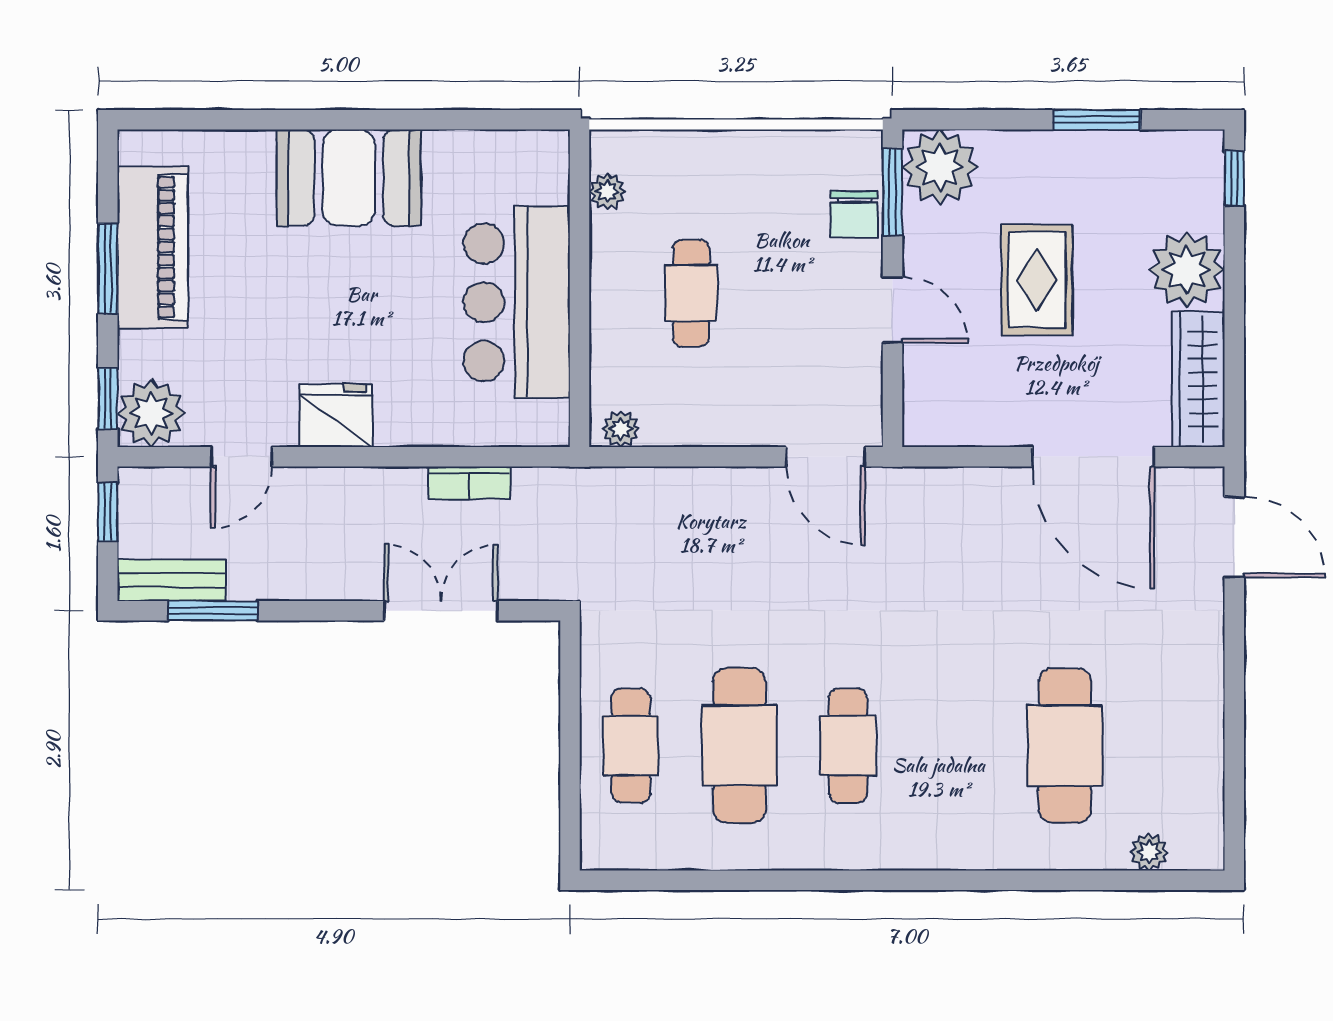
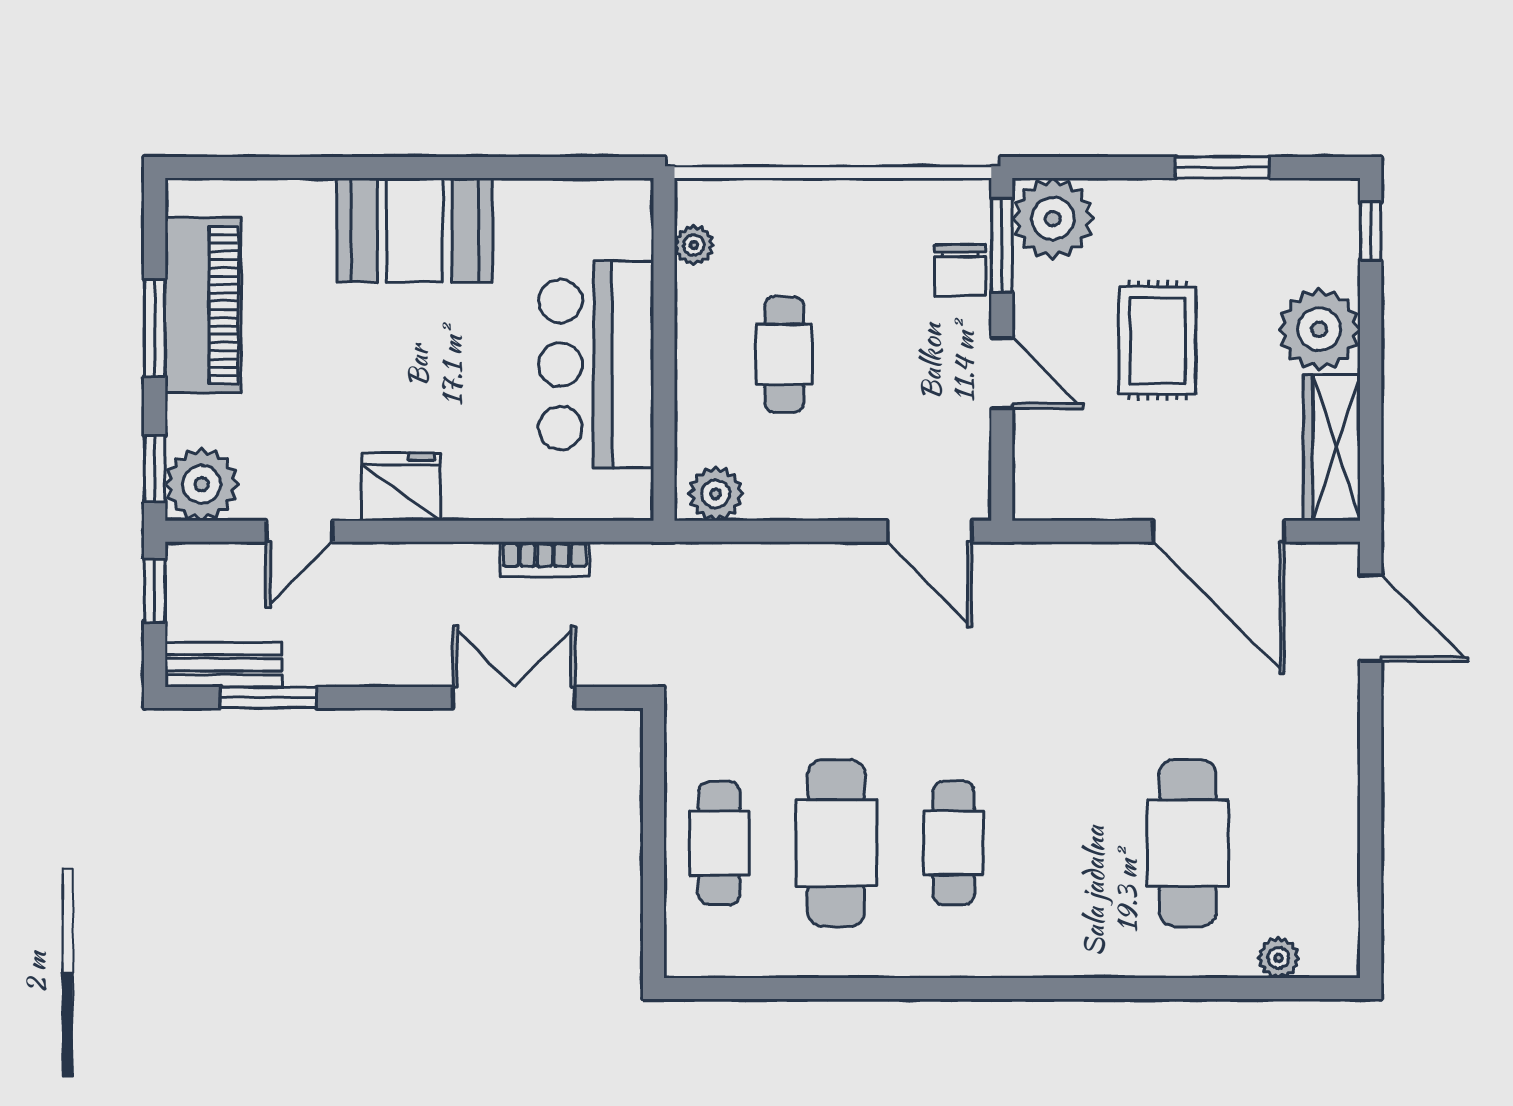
plant: (621, 429) -> (716, 494), width x1.38, depth x1.38

